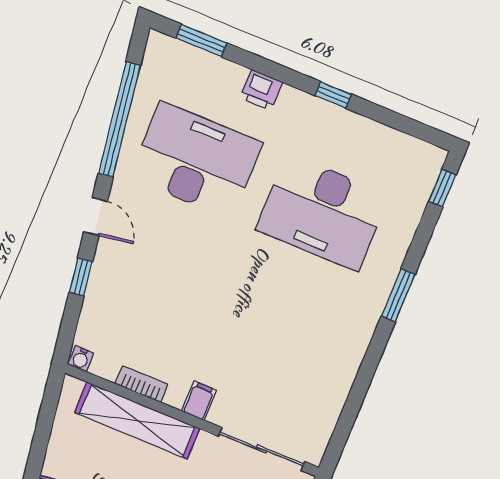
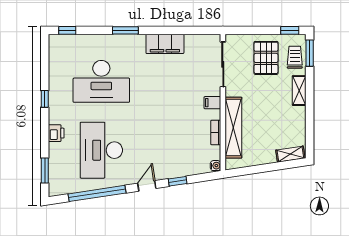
desk: (323, 212) -> (101, 81), turned 90
filing cabinet: (343, 358) -> (165, 44), added

